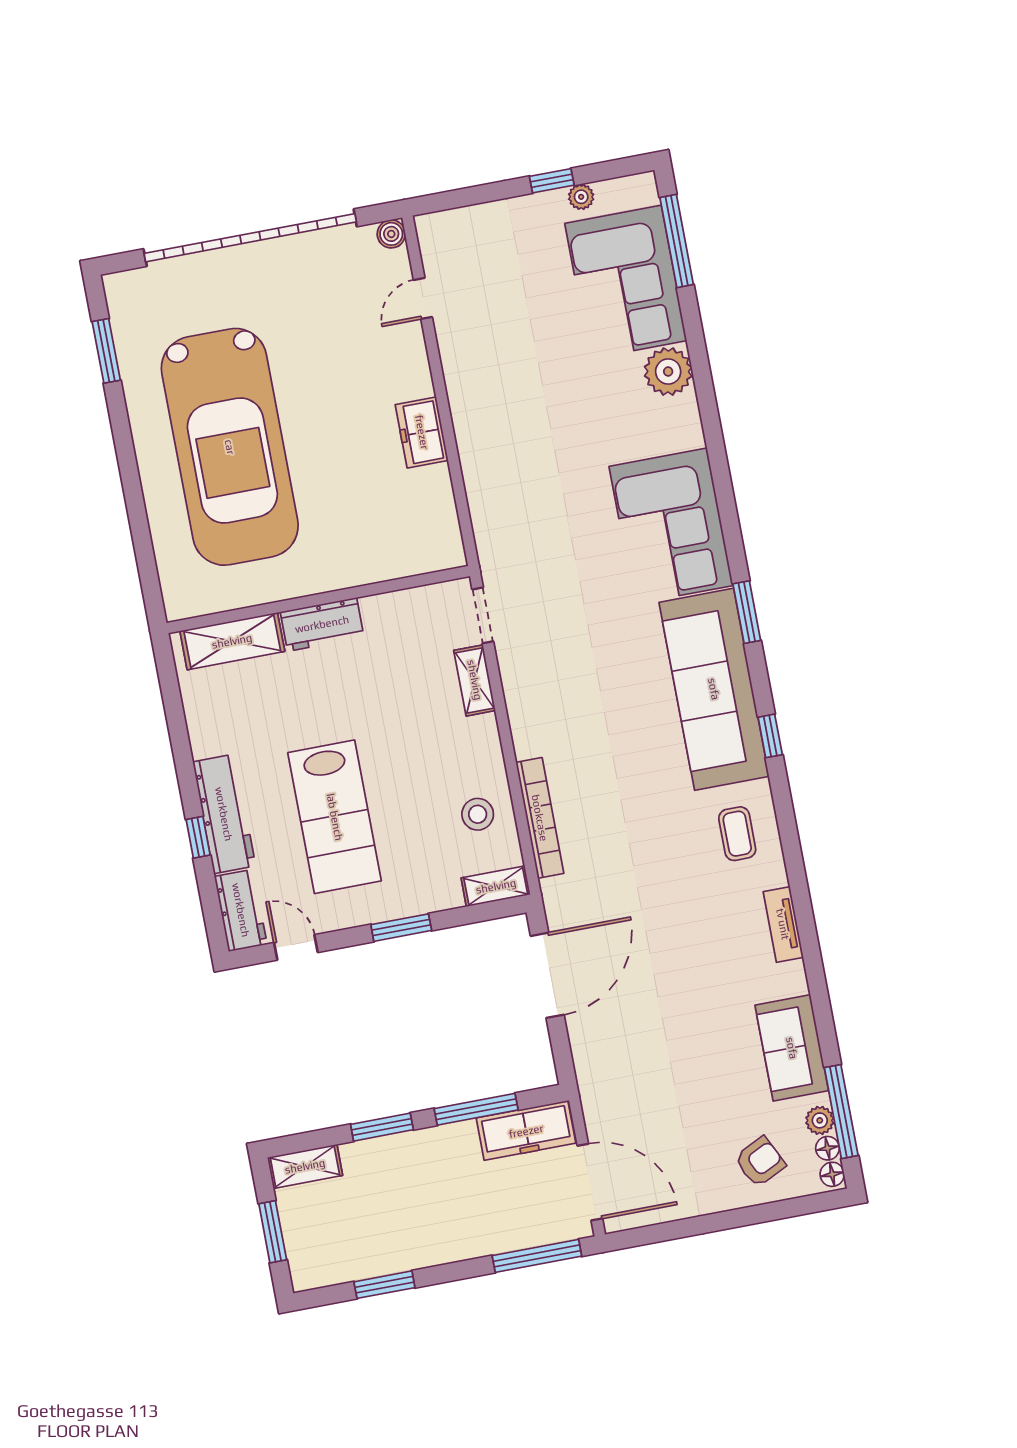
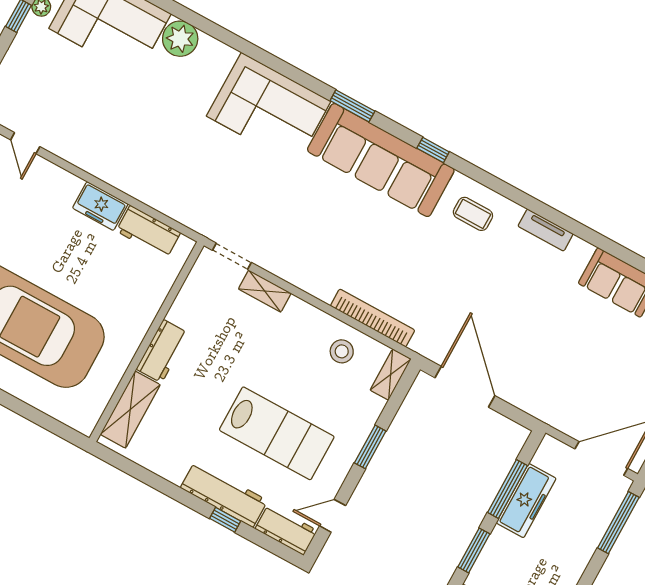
workbench: (436, 506) -> (148, 232), added
freezer: (526, 1131) -> (526, 501), moved

